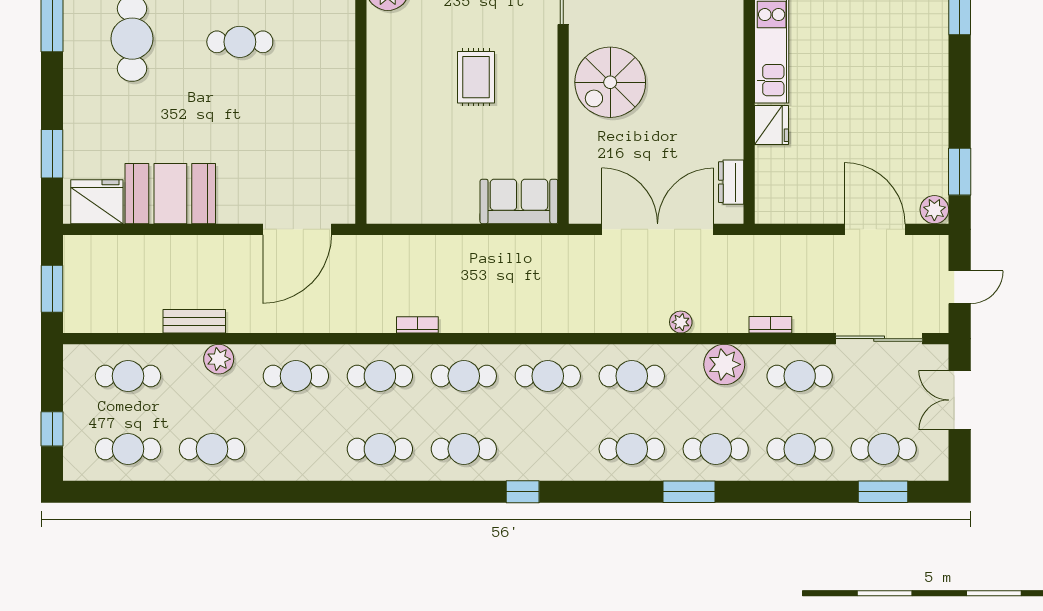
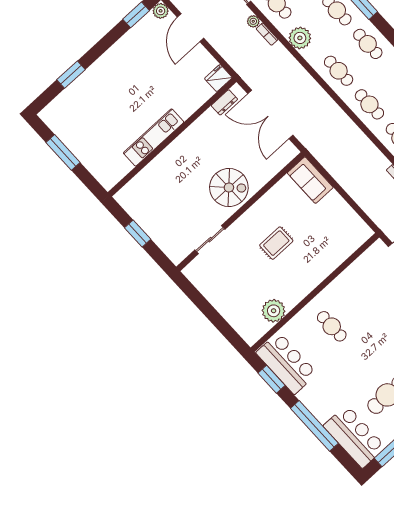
cafe table: (240, 42) -> (332, 326), moved
fridge: (772, 125) -> (218, 78), moved
plant: (681, 322) -> (253, 21), moved

